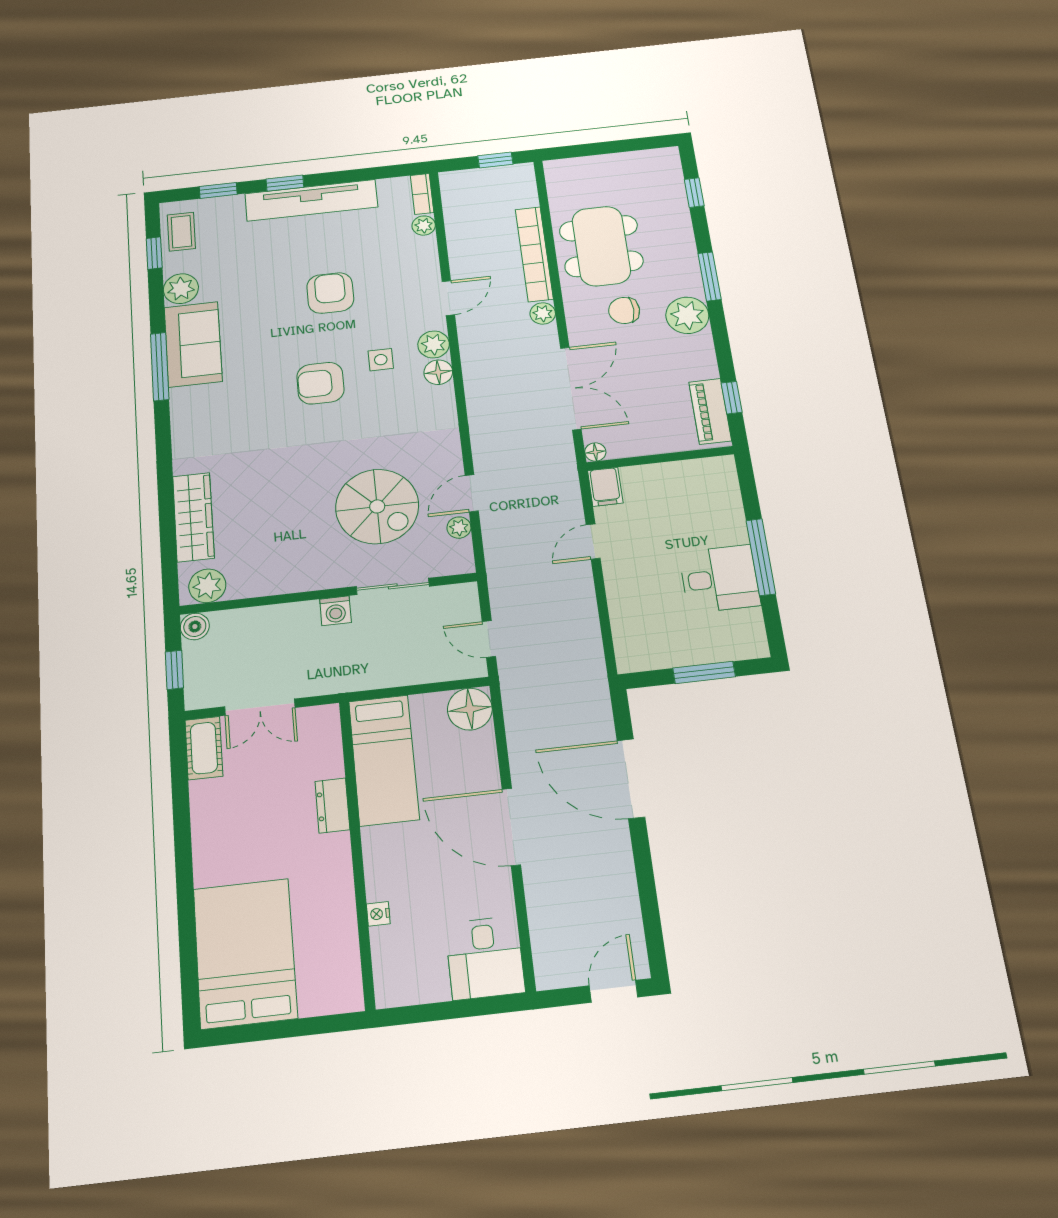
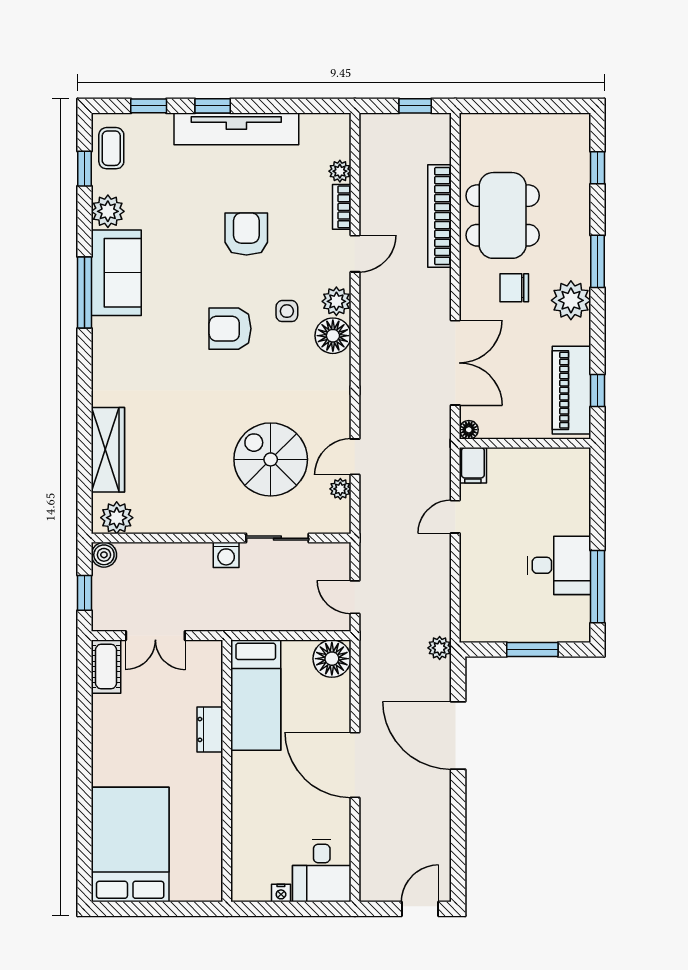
bookcase: (422, 194) -> (342, 207), moved
plant: (543, 313) -> (440, 648), moved
floor lamp: (438, 372) -> (333, 336), width x1.38, depth x1.38
piano: (710, 411) -> (571, 390), width x1.37, depth x1.33
spiral stairs: (377, 506) -> (271, 459), turned 180
window: (761, 557) -> (597, 587), moved
nightstand: (378, 914) -> (281, 893), moved, turned -90

